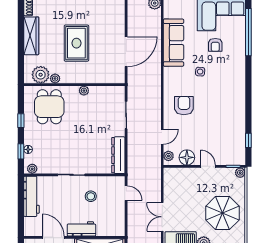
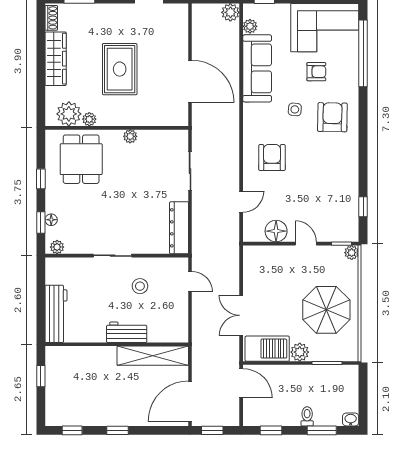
armchair: (215, 45) -> (316, 72), turned -90
door: (126, 52) -> (190, 81), hinge flipped
armchair: (227, 77) -> (332, 117), added
plant: (168, 156) -> (250, 26), moved
workbench: (31, 196) -> (56, 314), moved
door: (53, 237) -> (87, 344), removed

